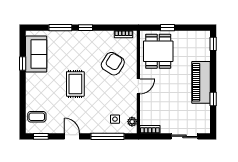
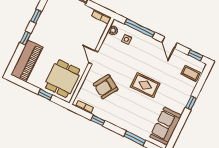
window: (85, 28) -> (98, 120), moved
window: (213, 44) -> (25, 38), moved
window: (23, 64) -> (191, 103), moved
piano: (201, 82) -> (27, 61), moved
rug: (75, 84) -> (145, 85), turned 90
door: (138, 86) -> (93, 57), hinge flipped

